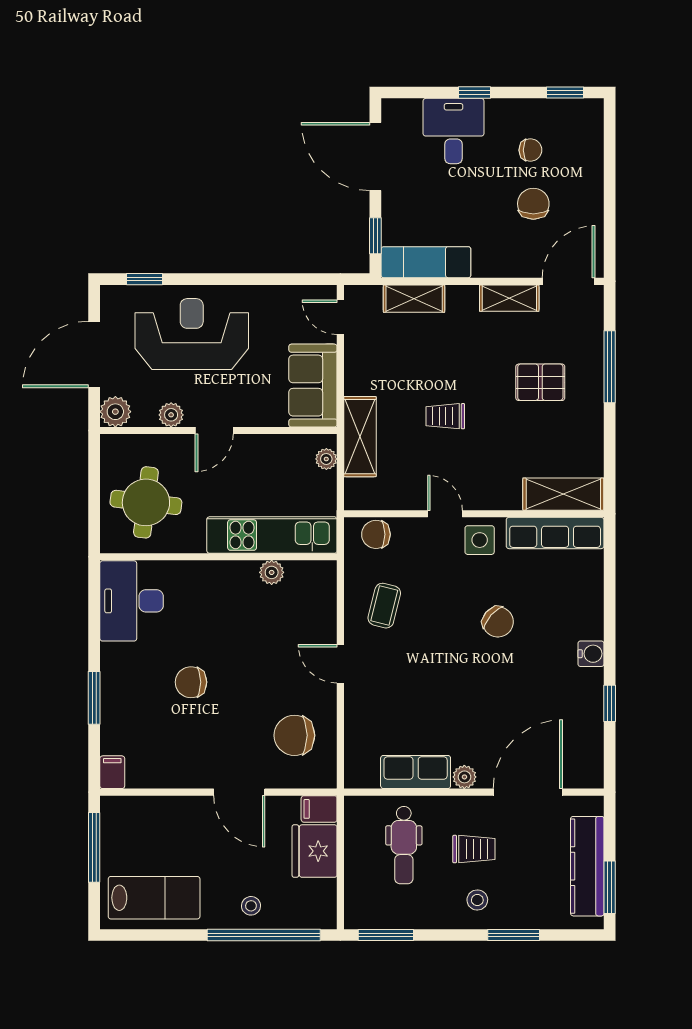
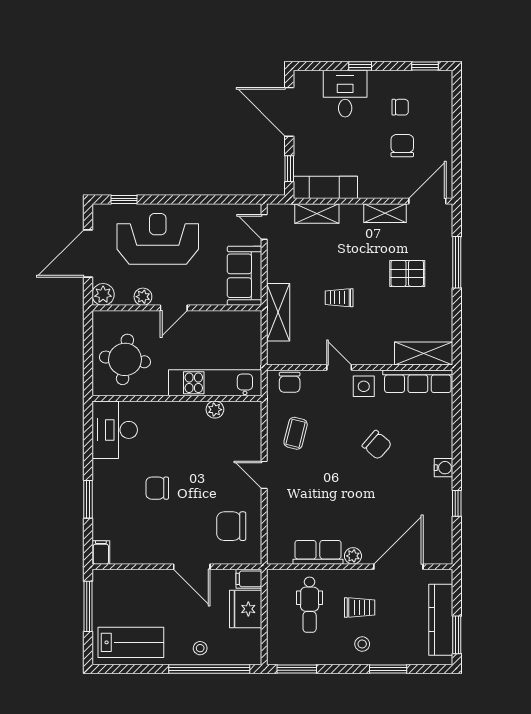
plant: (326, 459) -> (254, 328), removed
chair: (376, 534) -> (290, 382), turned -90

